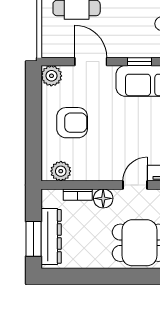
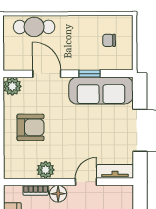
plant: (61, 171) -> (46, 170), moved

